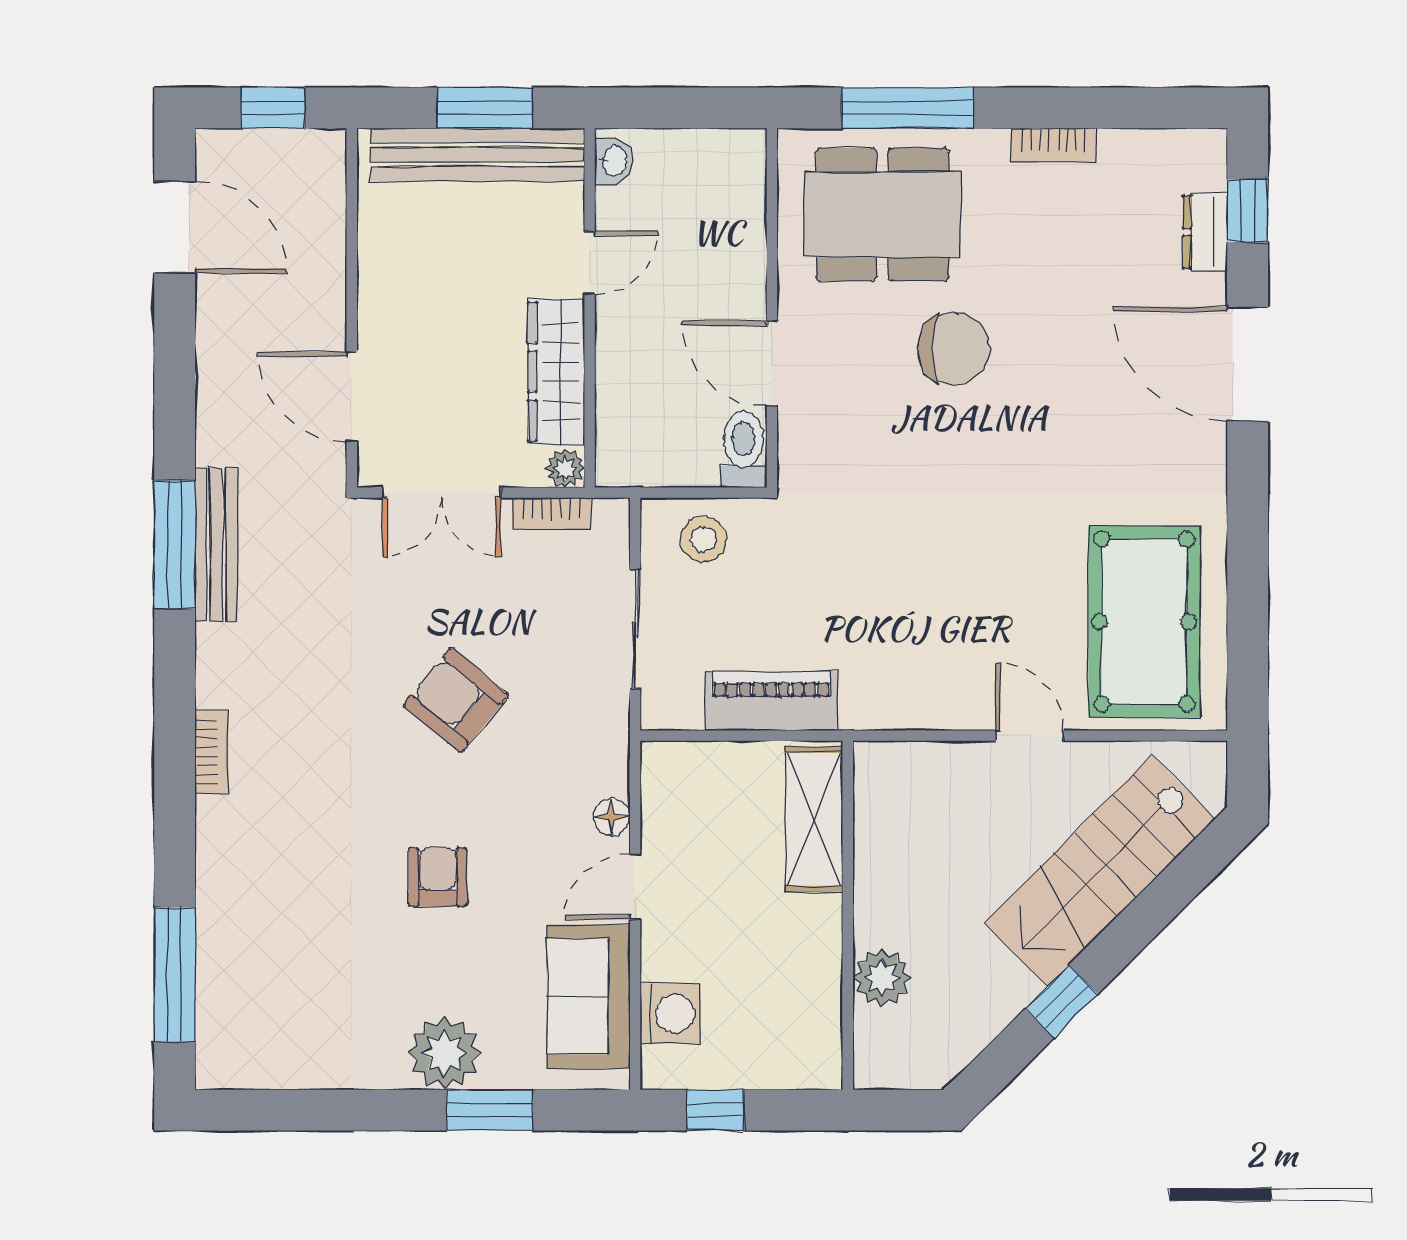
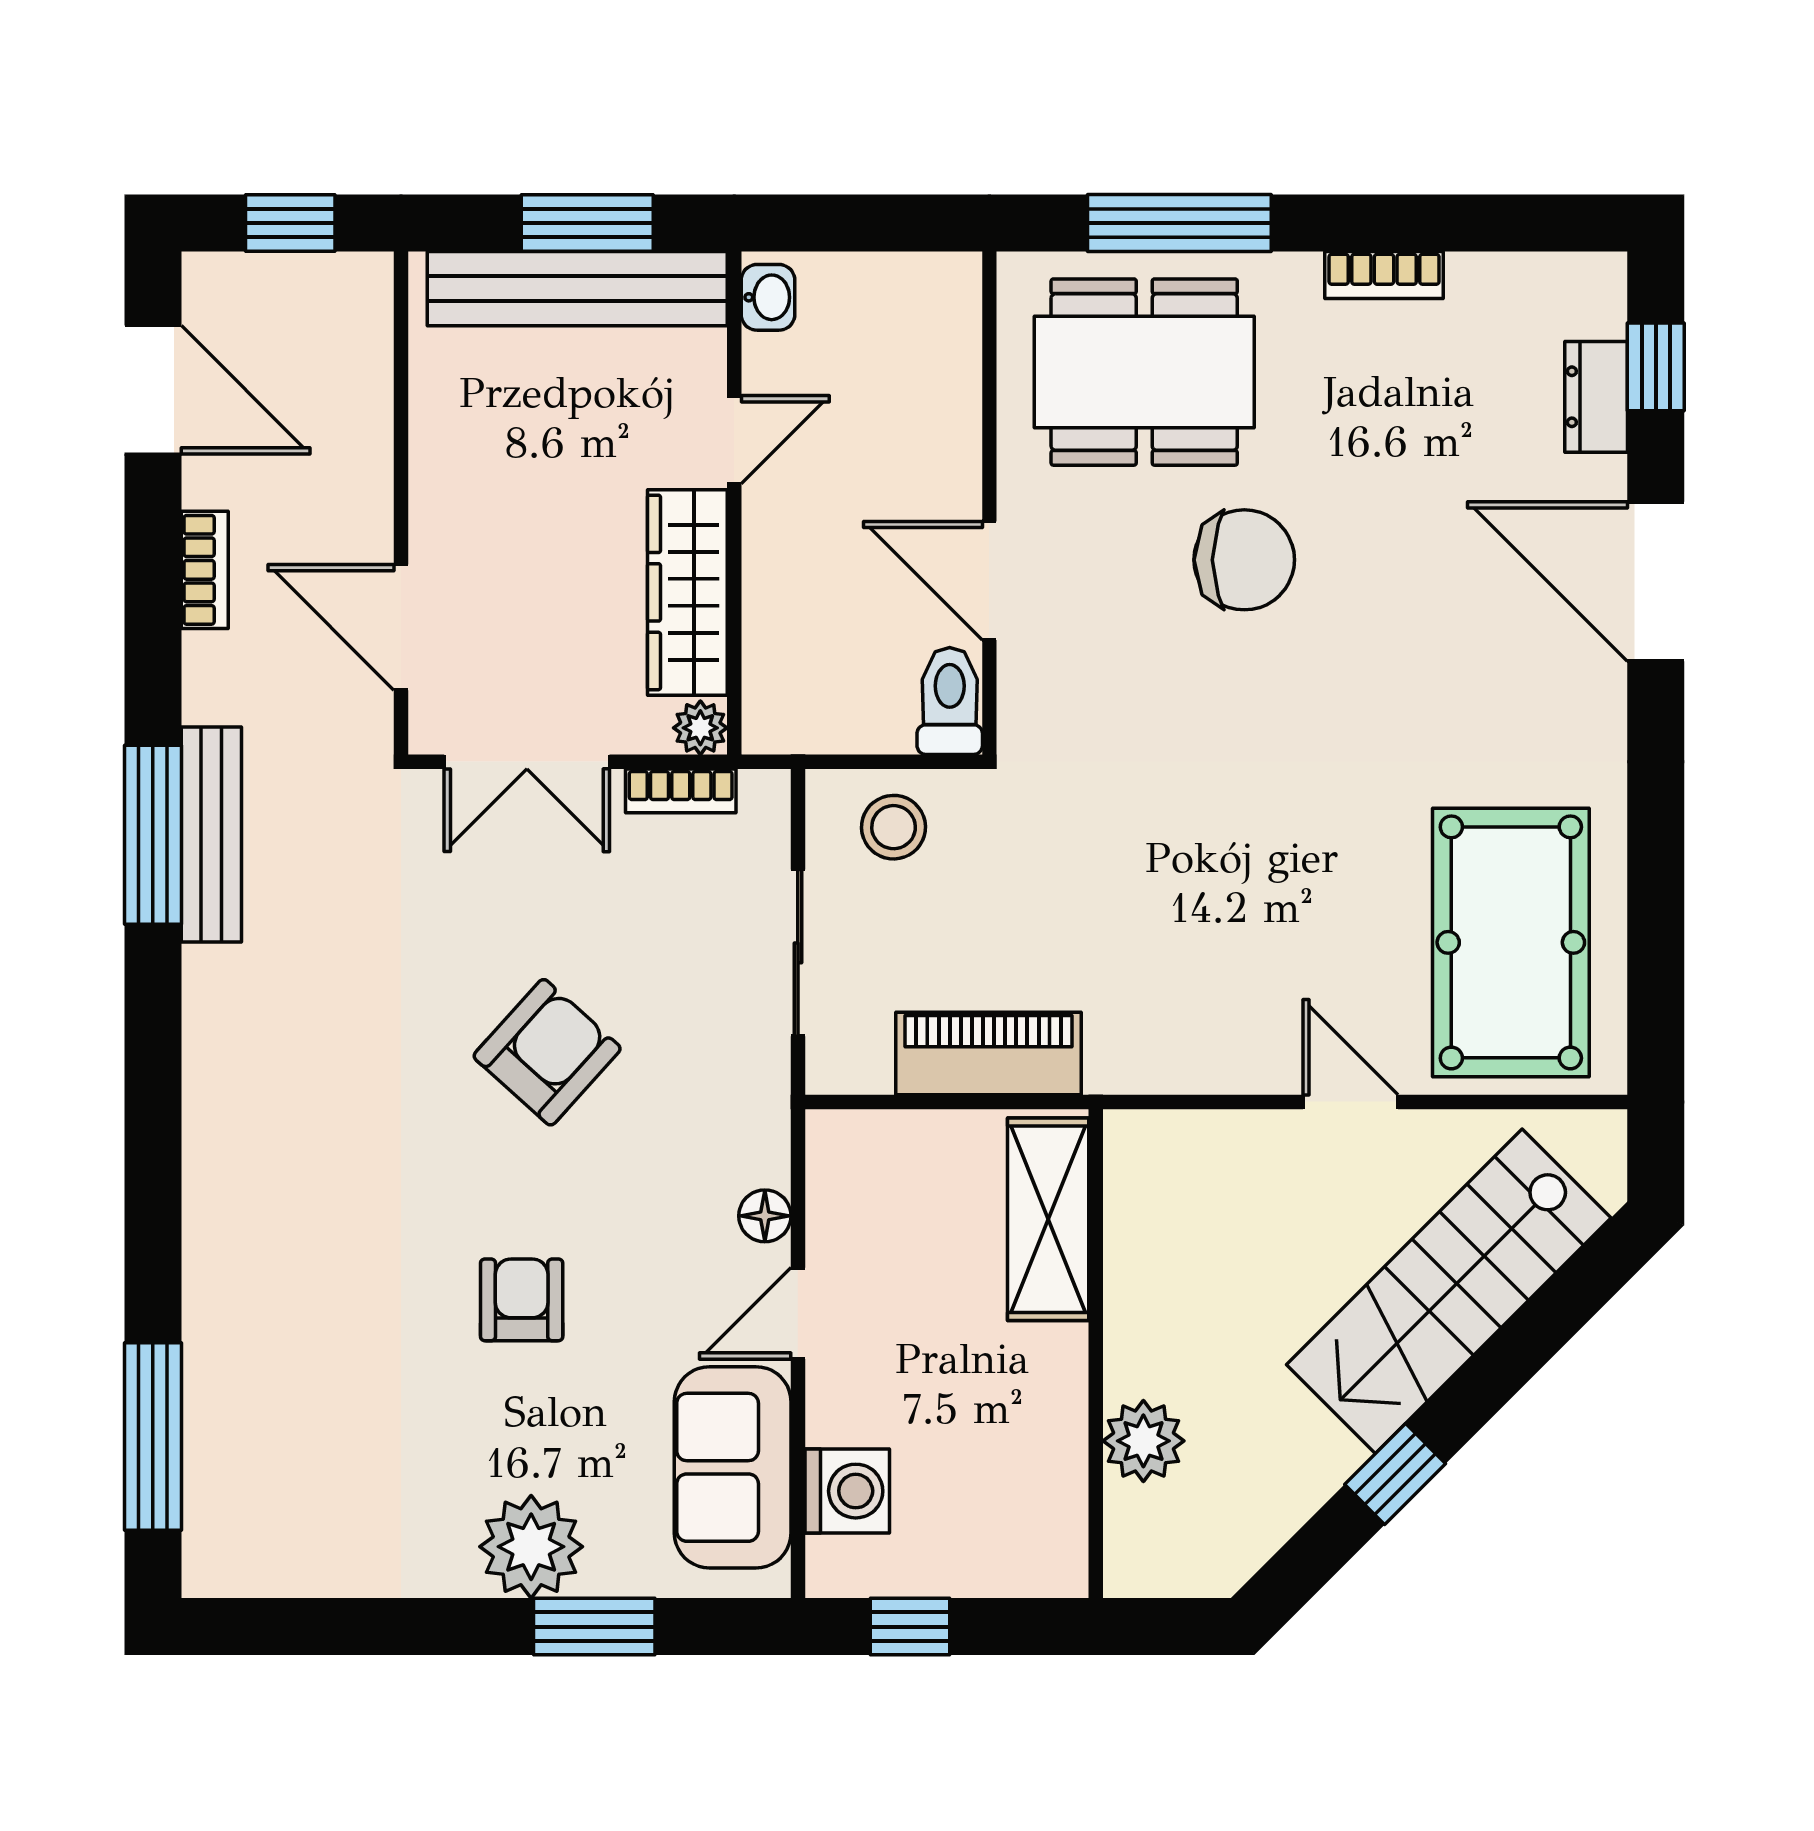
armchair: (456, 700) -> (547, 1052), turned 92
bookcase: (212, 752) -> (205, 570), moved

